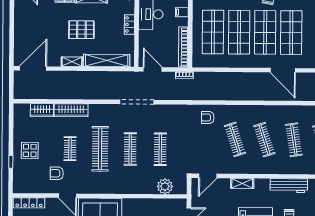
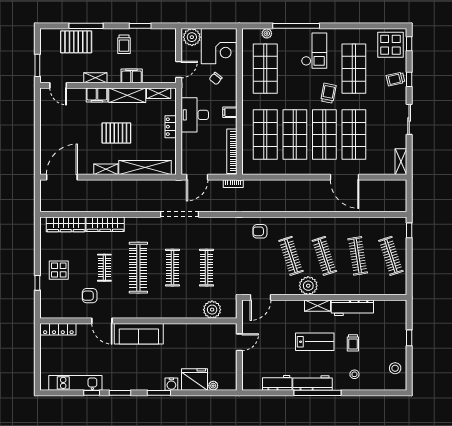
door: (153, 69) -> (197, 177), swing flipped
wardrobe: (42, 110) -> (66, 224), width x1.50
plant: (250, 166) -> (308, 286), added
shelving: (242, 183) -> (317, 306), moved

